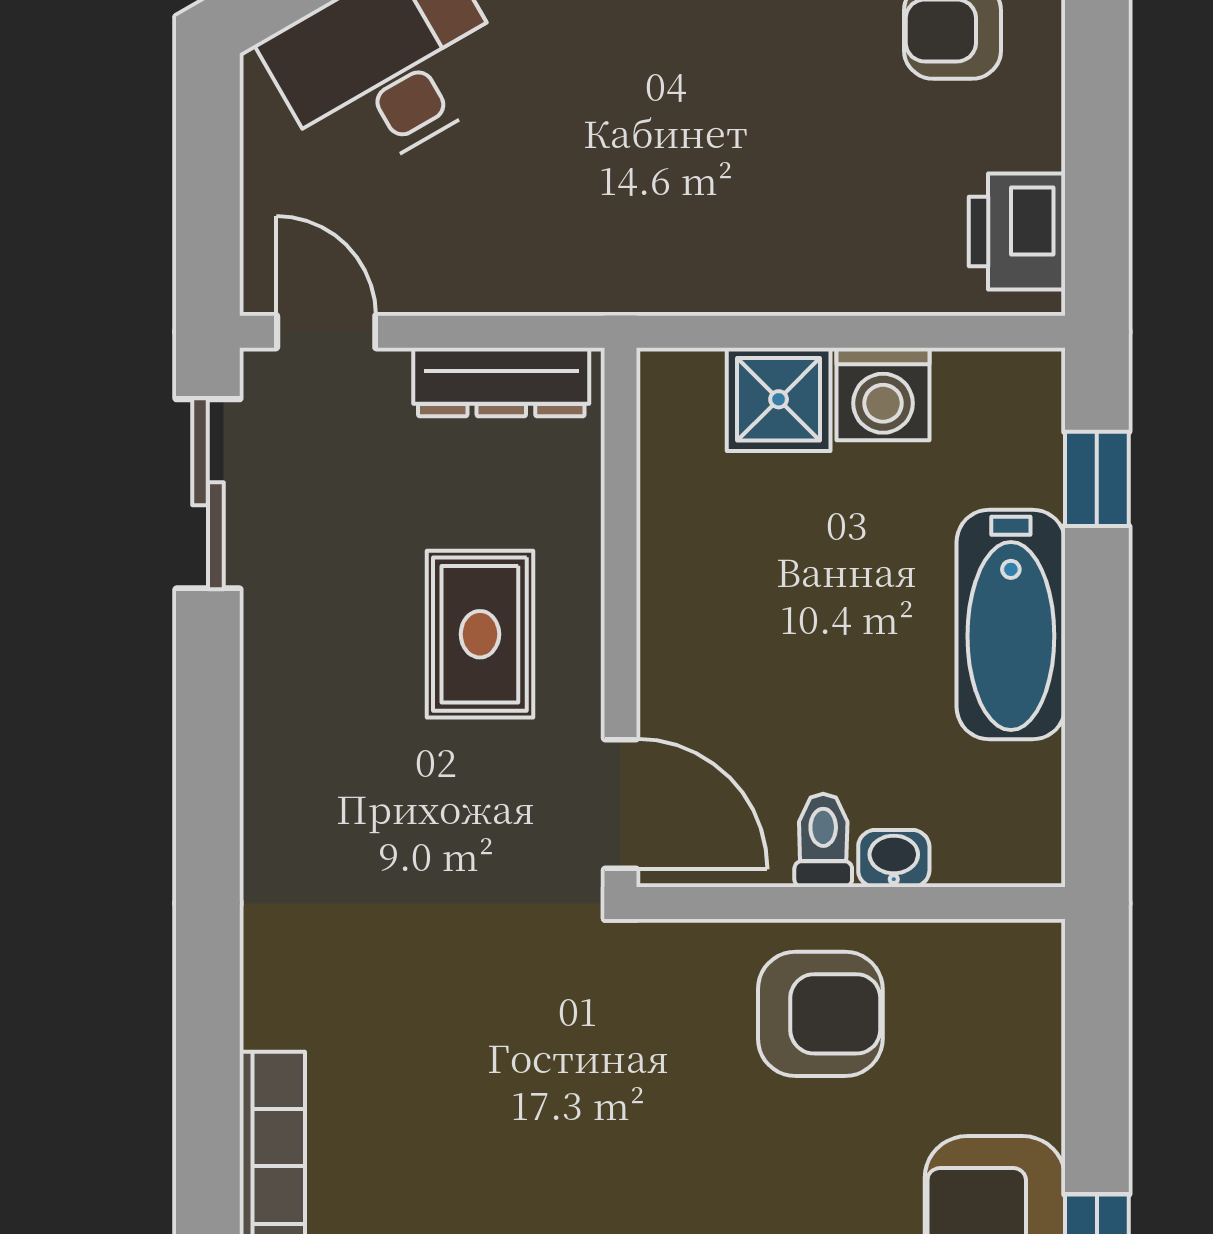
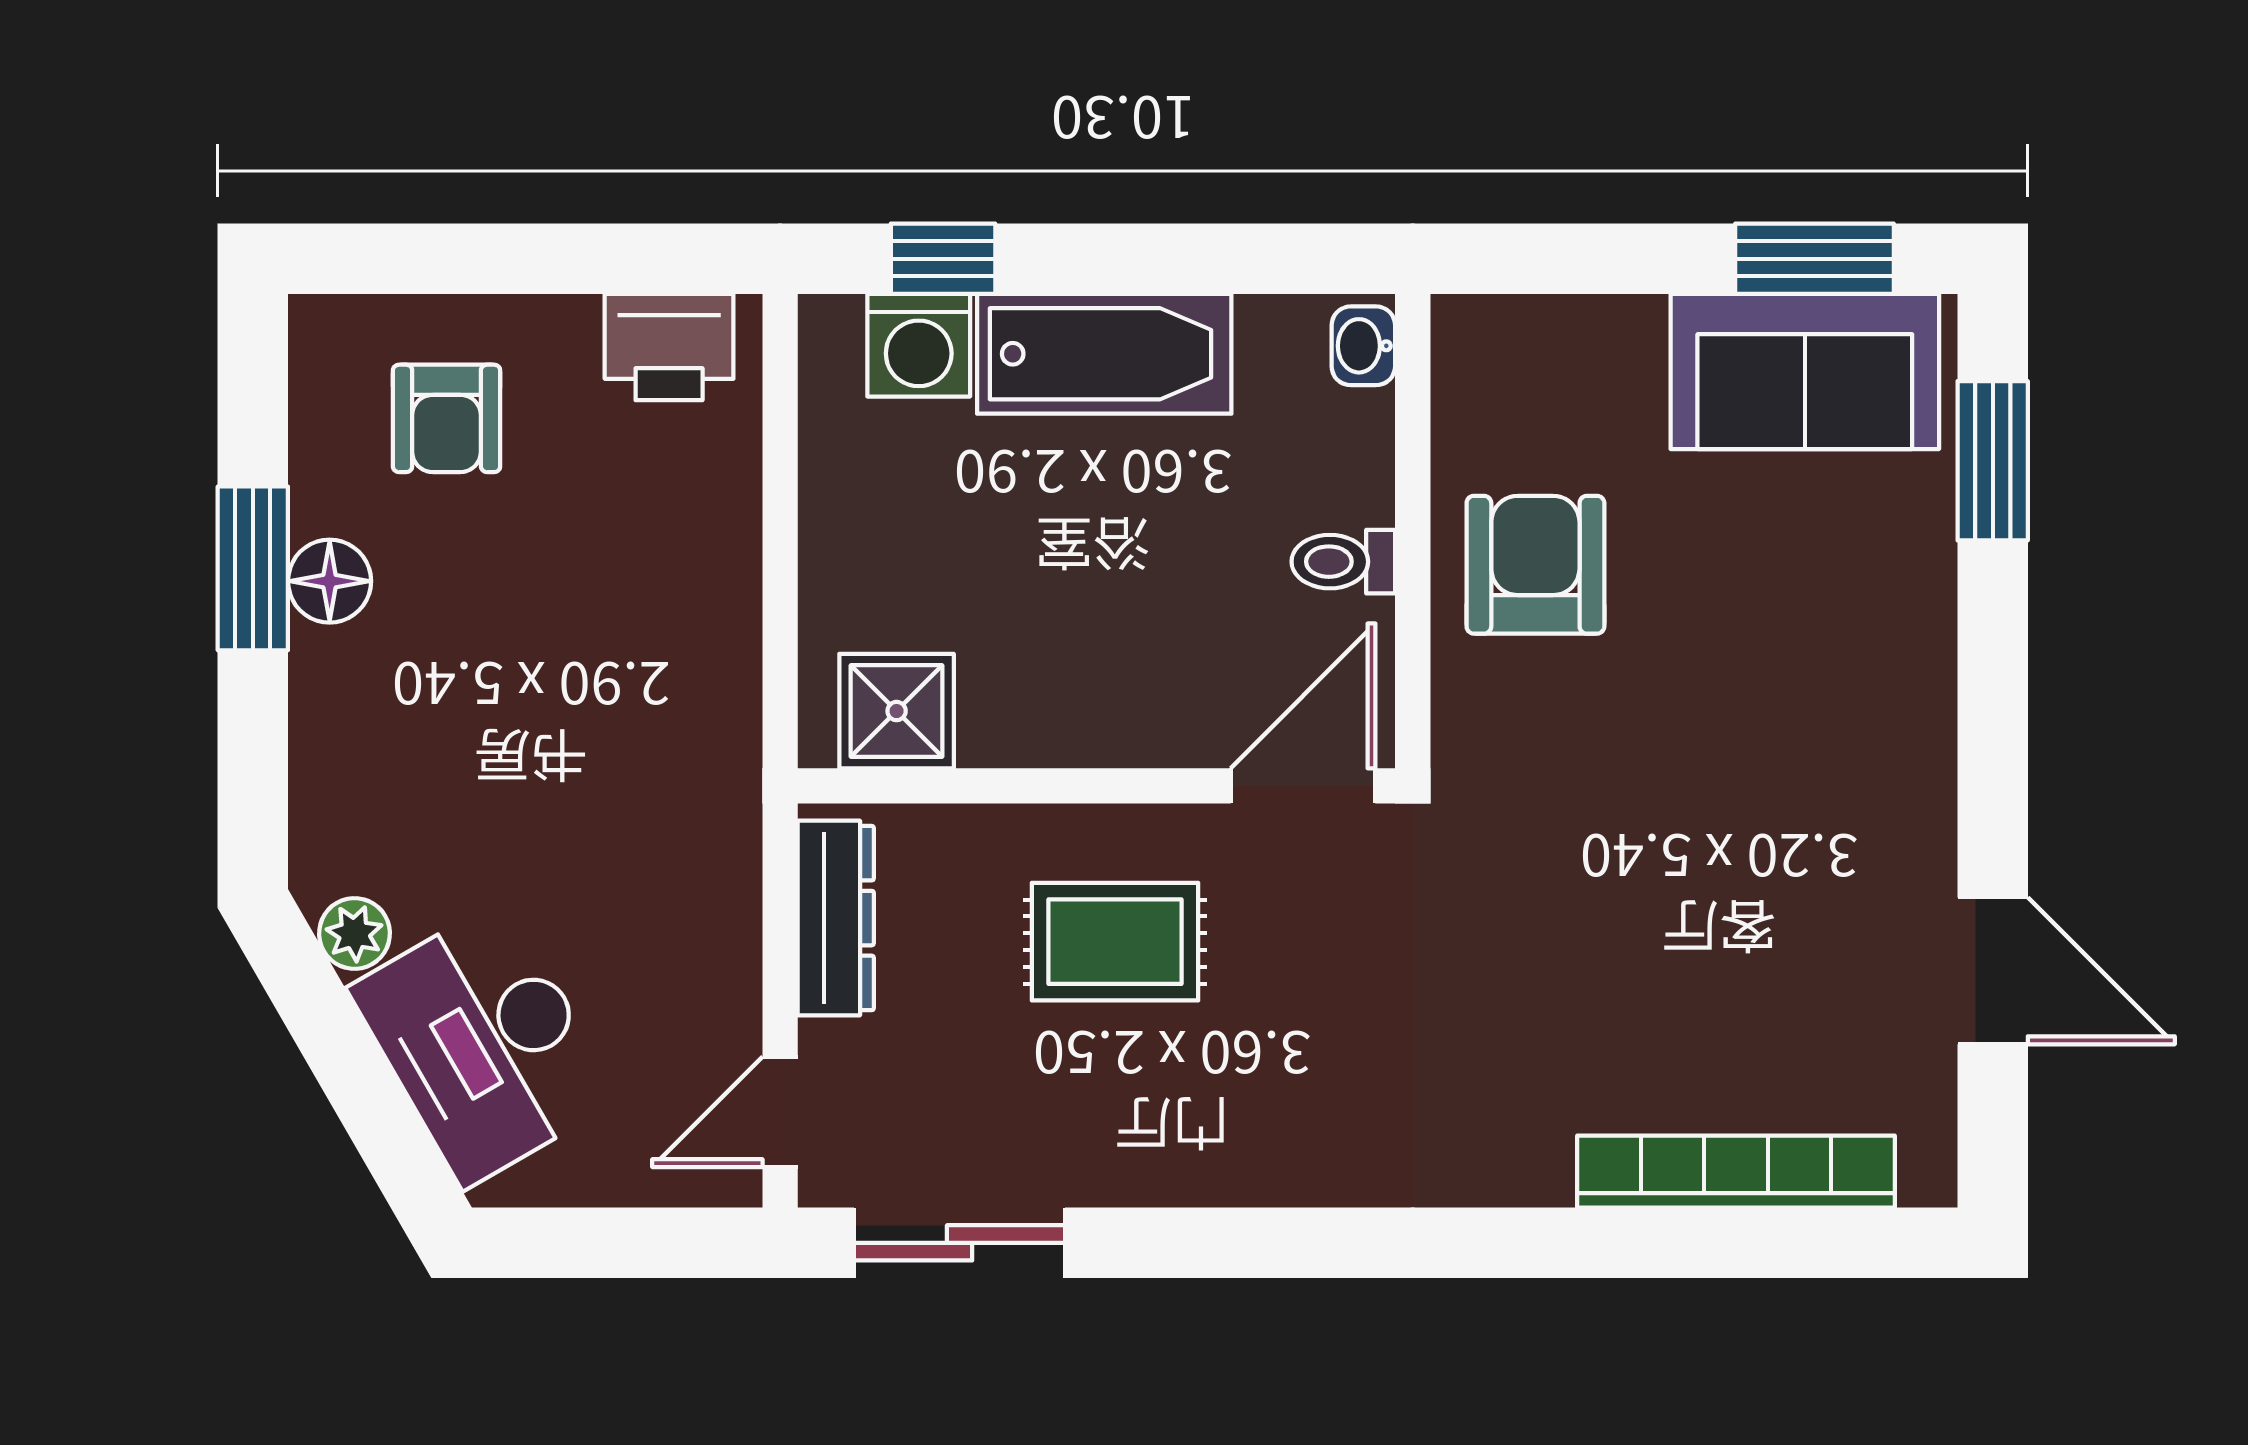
washing machine: (883, 394) -> (919, 345), moved, turned 90
shower: (779, 399) -> (897, 711), moved
washbasin: (894, 858) -> (1363, 346), moved

